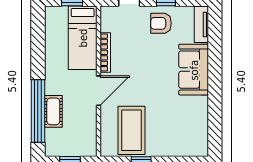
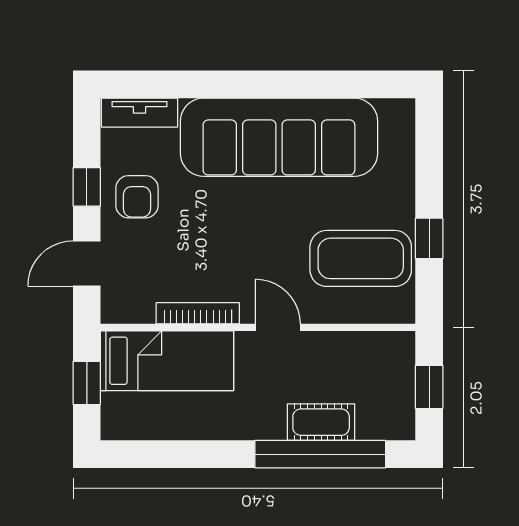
sofa: (194, 70) -> (279, 137), width x1.85, depth x1.27
door: (99, 91) -> (278, 327), width x0.73

